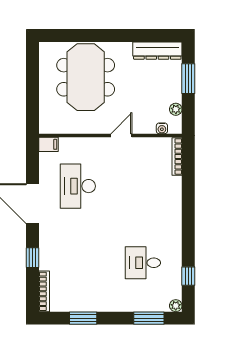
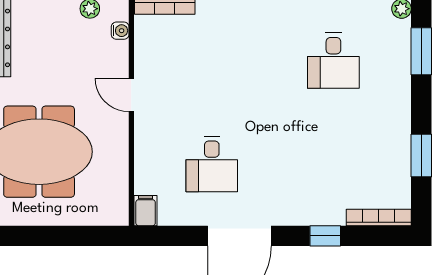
desk: (78, 186) -> (212, 164), width x0.73

